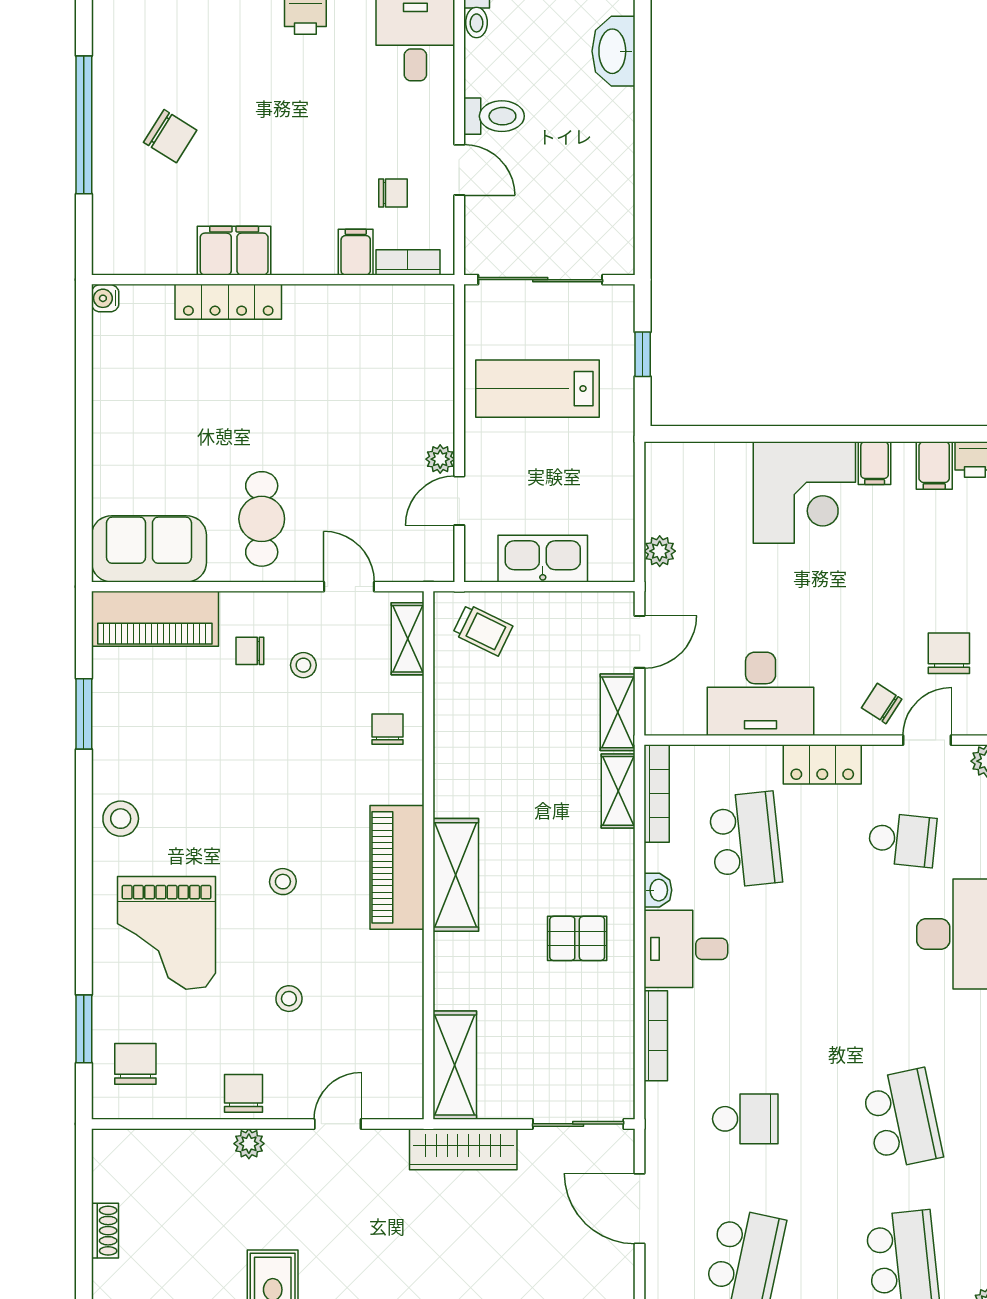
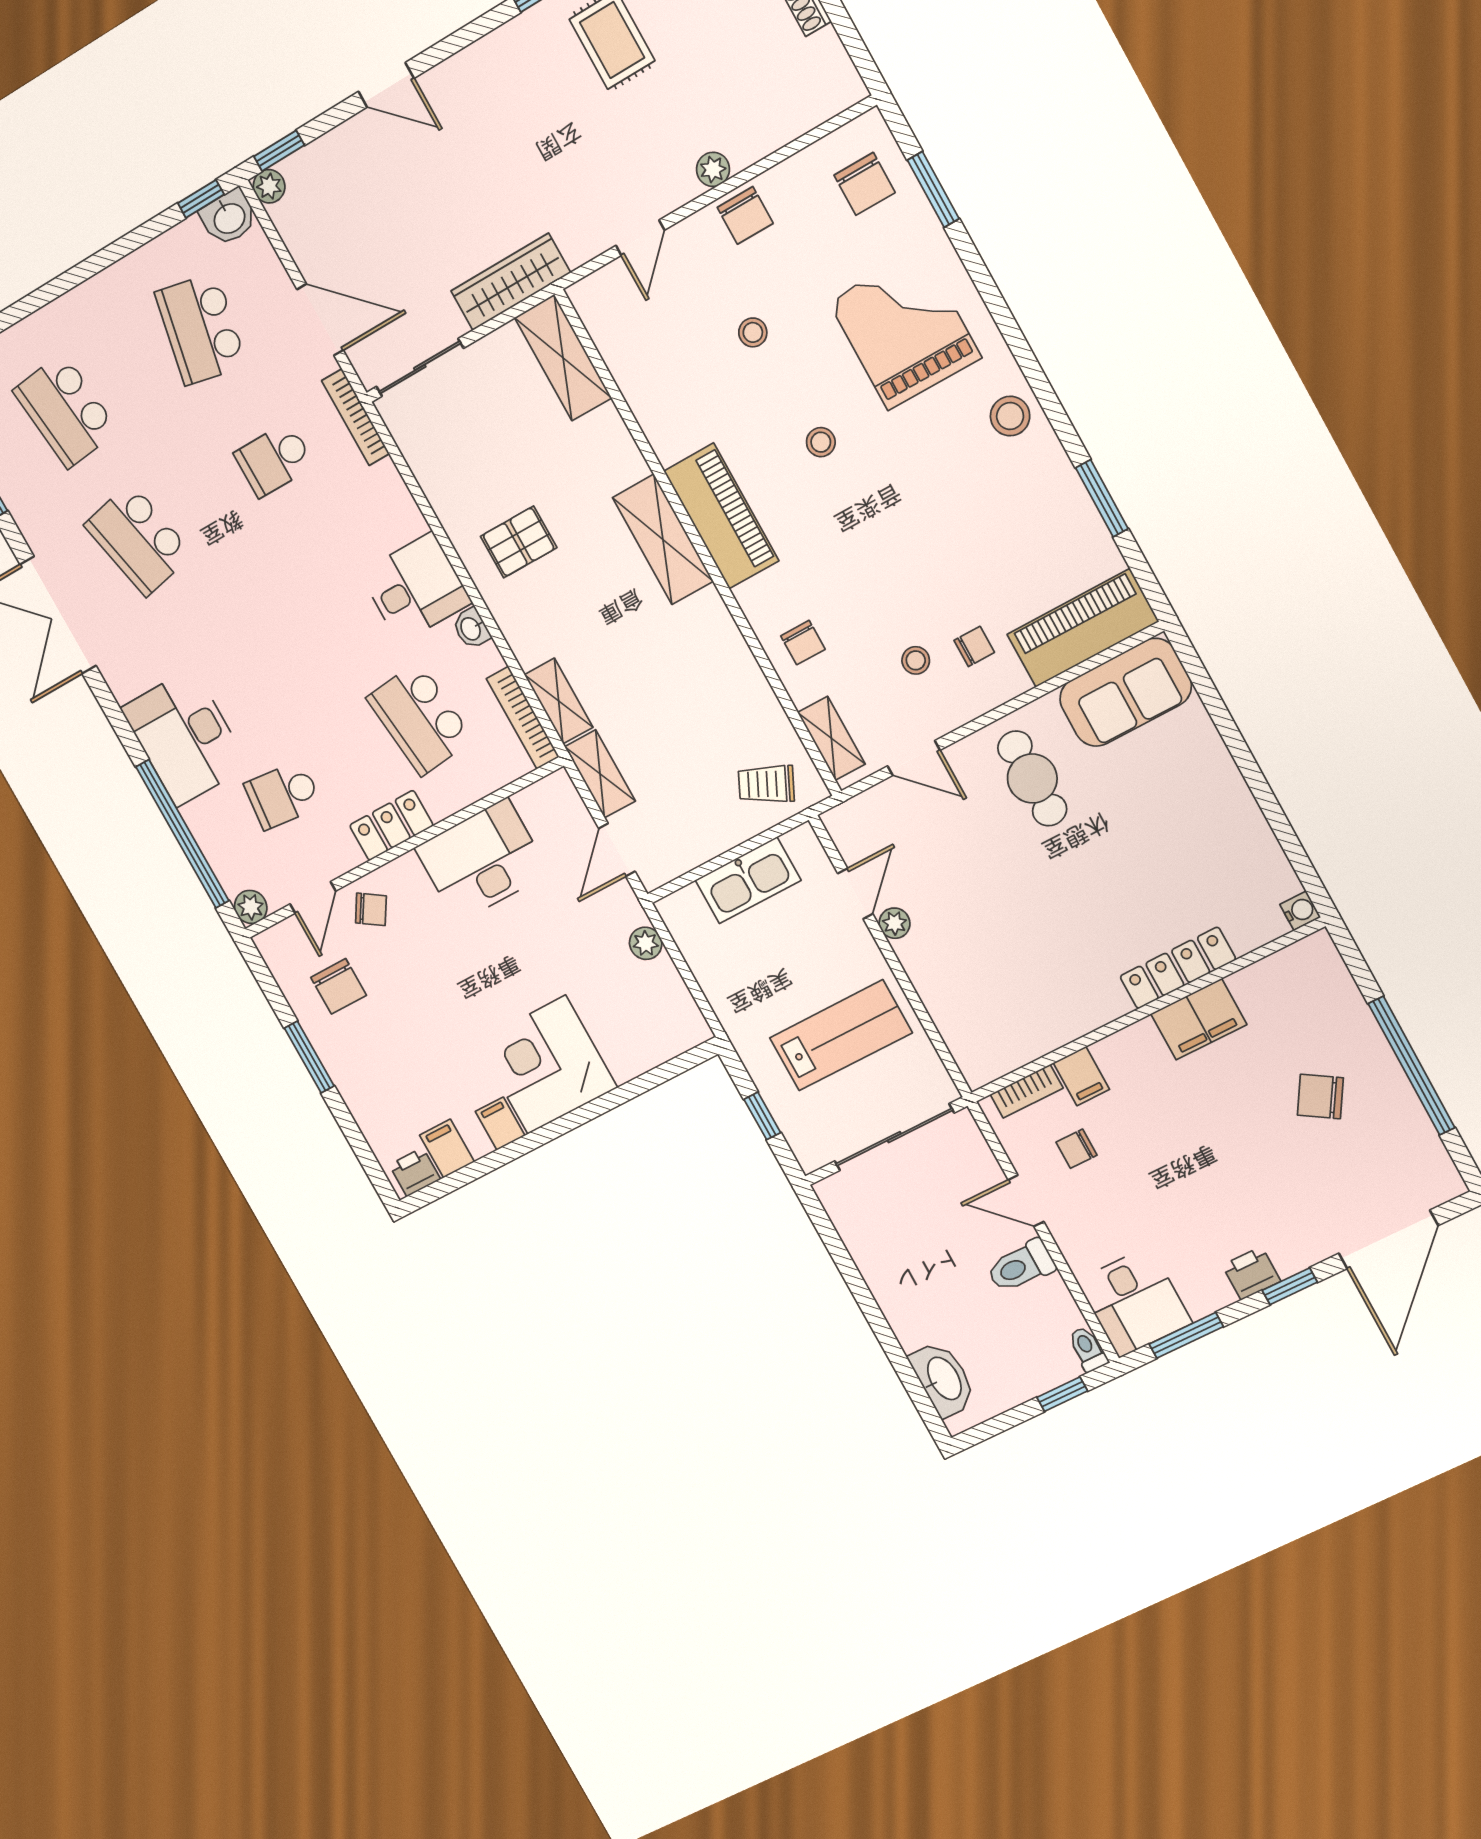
bookcase: (656, 1036) -> (356, 417), moved

